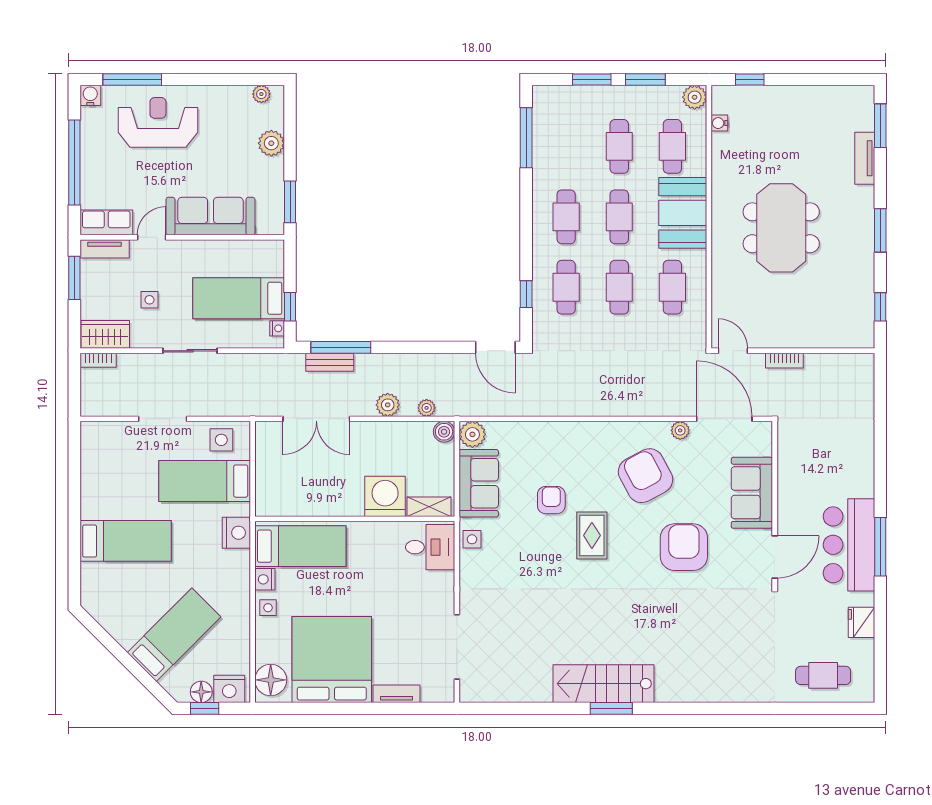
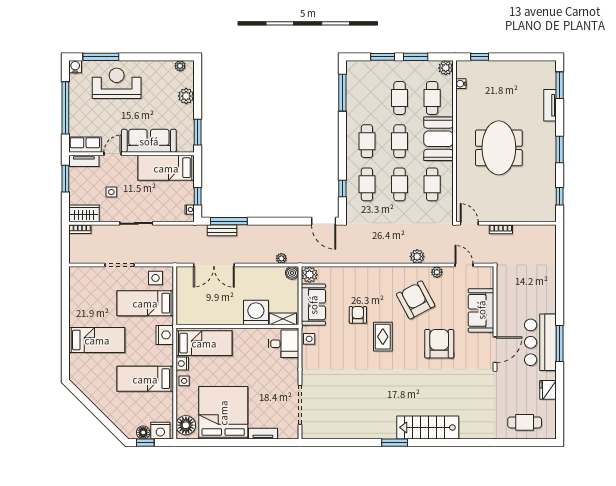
bed: (239, 298) -> (166, 168), moved
plant: (388, 405) -> (417, 256), moved
door: (724, 419) -> (464, 265), width x0.53
bed: (174, 635) -> (145, 379), moved, turned -135
stairs: (603, 684) -> (428, 427), moved

